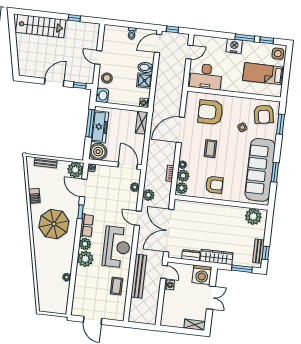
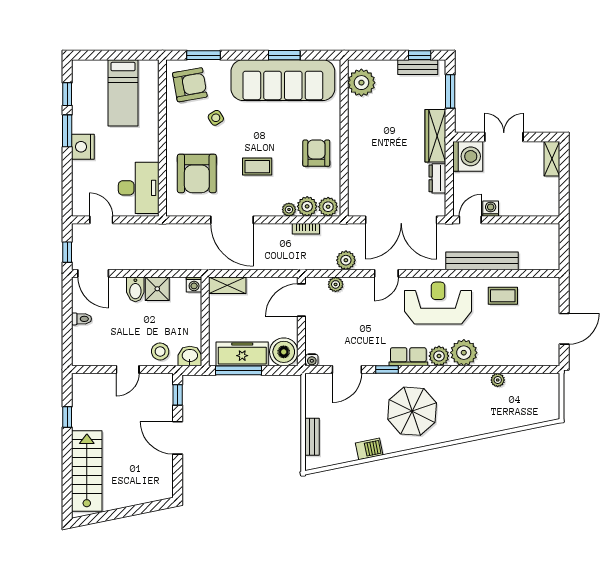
side table: (278, 54) -> (87, 73), removed
plant: (75, 170) -> (318, 386), removed

